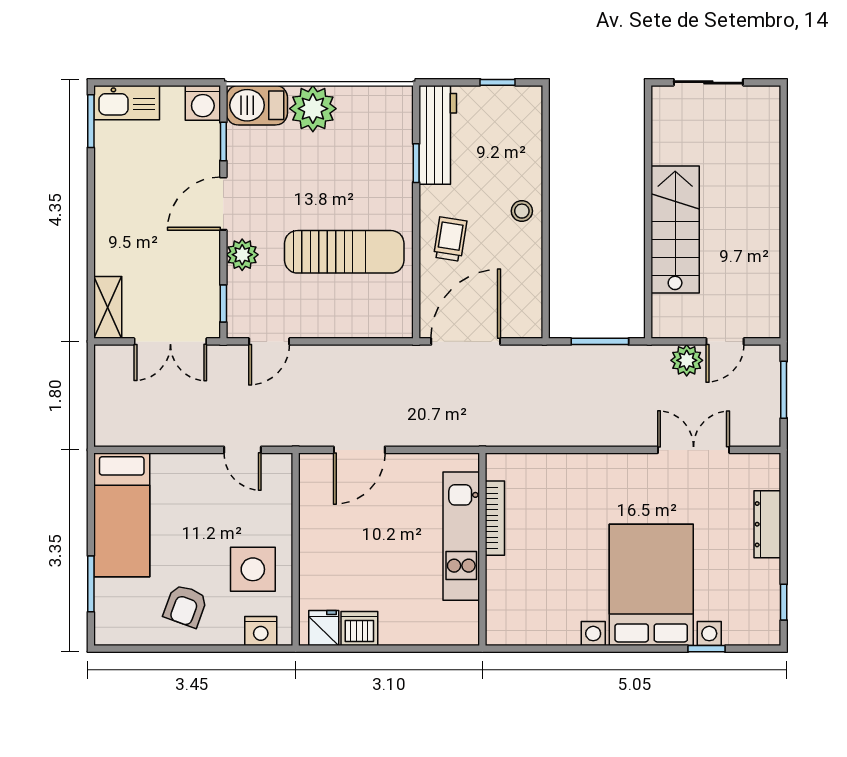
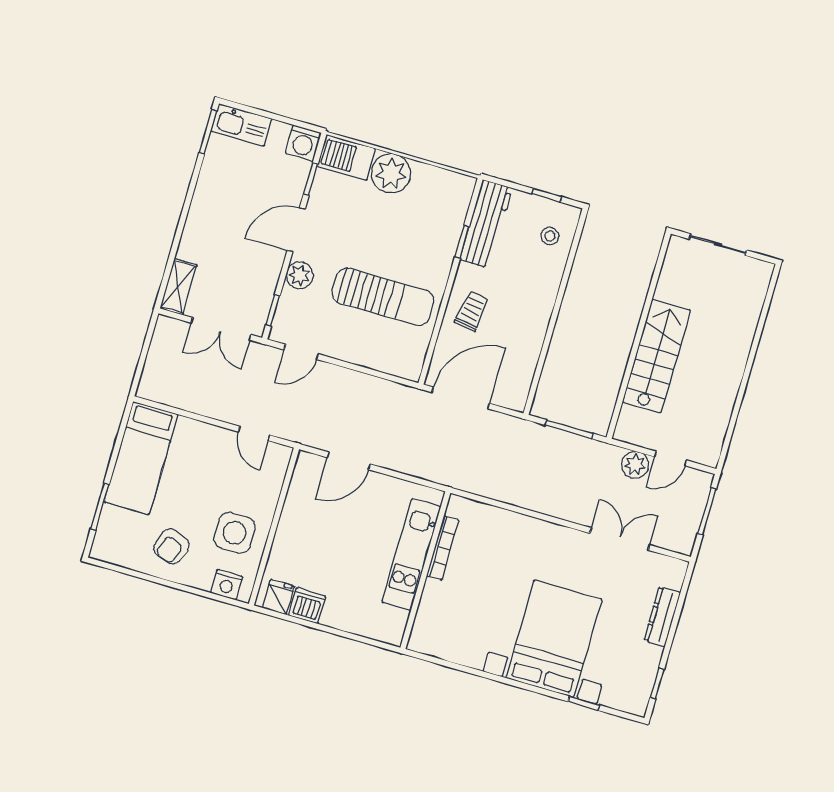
stool: (522, 211) -> (550, 236), moved

